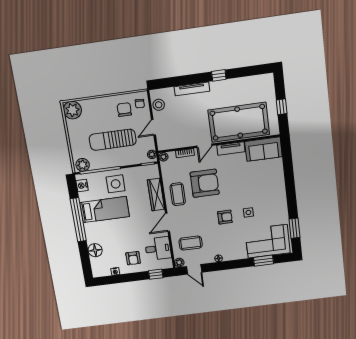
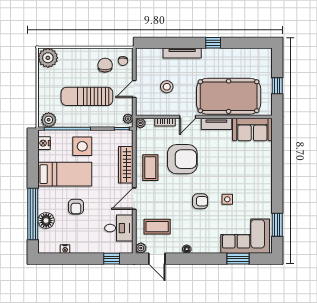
stool: (159, 105) -> (167, 87), moved
window: (78, 220) -> (33, 214), moved
armchair: (133, 258) -> (76, 207), moved

